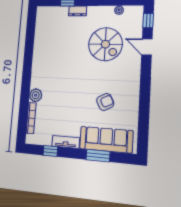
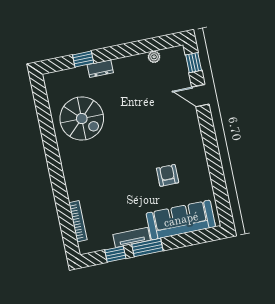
spiral stairs: (105, 44) -> (82, 119), moved
plant: (36, 95) -> (75, 191), removed
armchair: (105, 102) -> (168, 175), turned -63
window: (98, 156) -> (147, 248), moved

